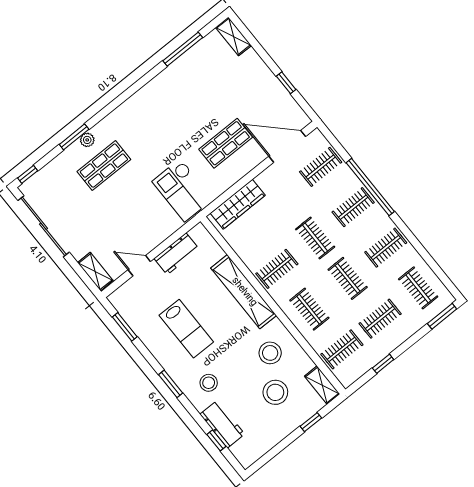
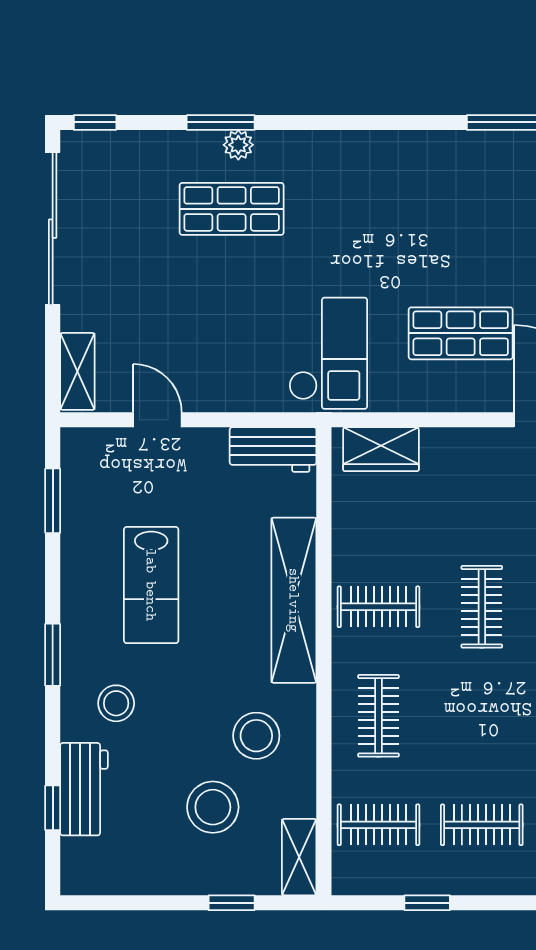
checkout: (183, 190) -> (328, 353), turned 180
wardrobe: (238, 204) -> (381, 449), width x0.67
workbench: (177, 254) -> (273, 450), moved
clothes rail: (348, 278) -> (482, 716), removed

